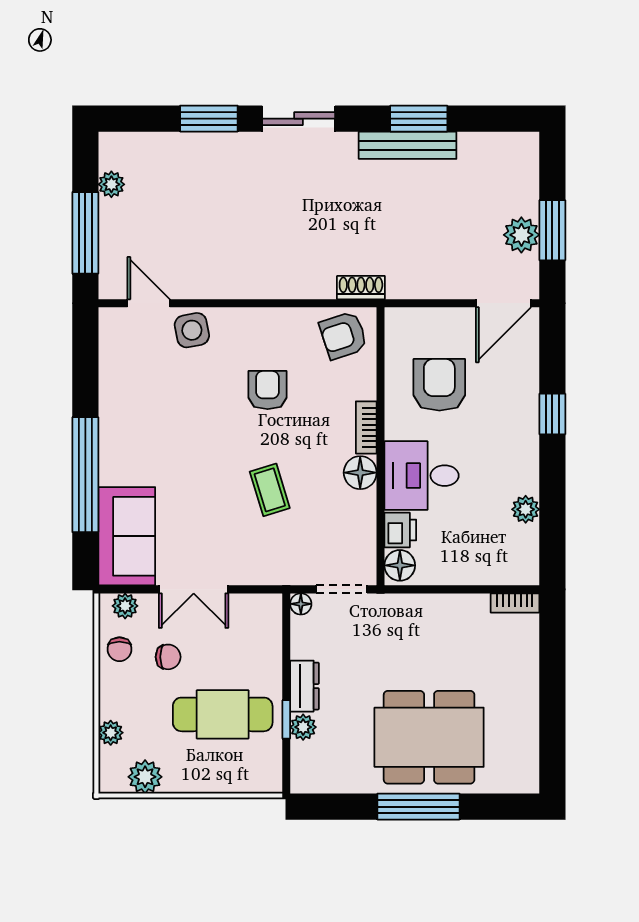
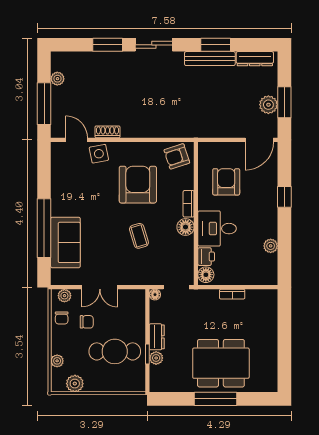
dresser: (495, 146) -> (255, 59), added
shoe rack: (361, 288) -> (107, 132), moved
armchair: (268, 390) -> (138, 185), width x1.88, depth x1.88
sofa: (127, 536) -> (65, 242), moved
bookcase: (515, 603) -> (232, 294), moved

